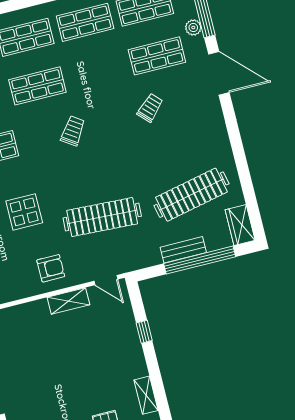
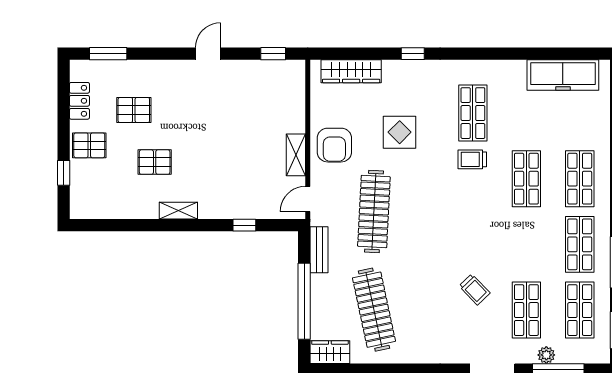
trolley: (73, 131) -> (472, 159), moved, turned 146
bench: (183, 250) -> (319, 250), moved
armchair: (51, 268) -> (334, 145), width x1.38, depth x1.38

